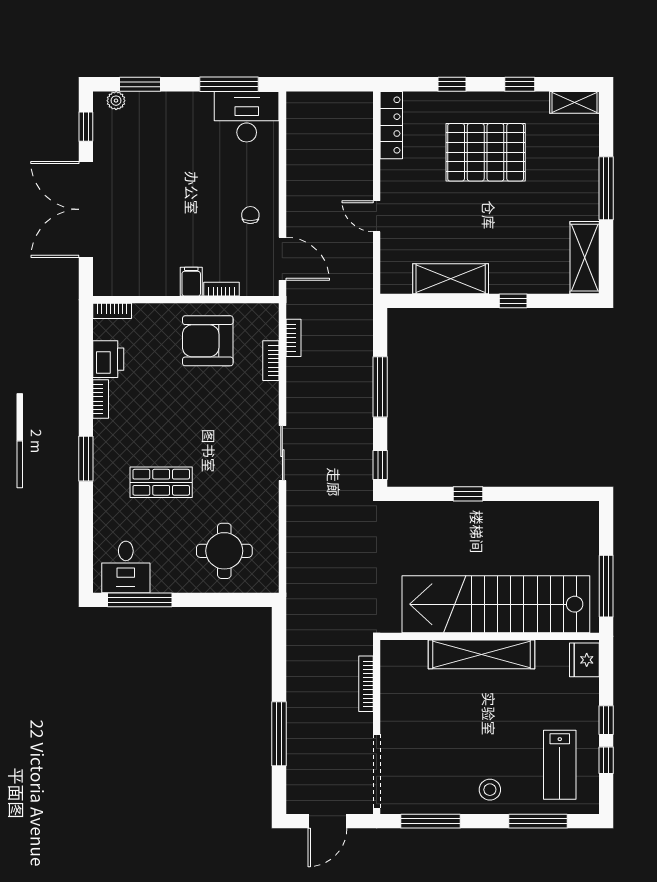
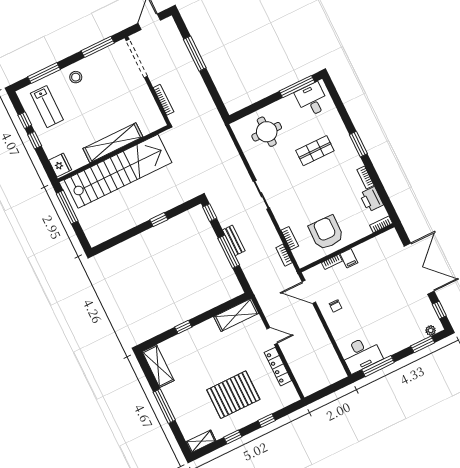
locker: (391, 125) -> (278, 367), moved
shelving: (451, 279) -> (236, 315), moved
armchair: (208, 341) -> (326, 233), turned -89
bench: (363, 401) -> (234, 240), added
lab bench: (560, 765) -> (47, 107), turned 180

